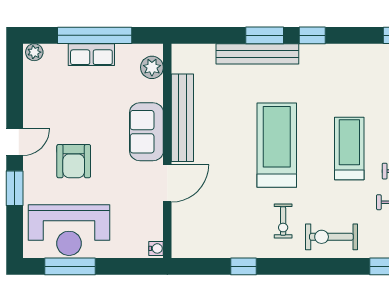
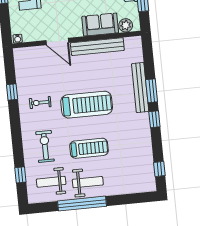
sofa: (146, 132) -> (100, 25), moved
exercise bike: (283, 221) -> (40, 103), moved
exercise bike: (331, 237) -> (45, 146), moved

